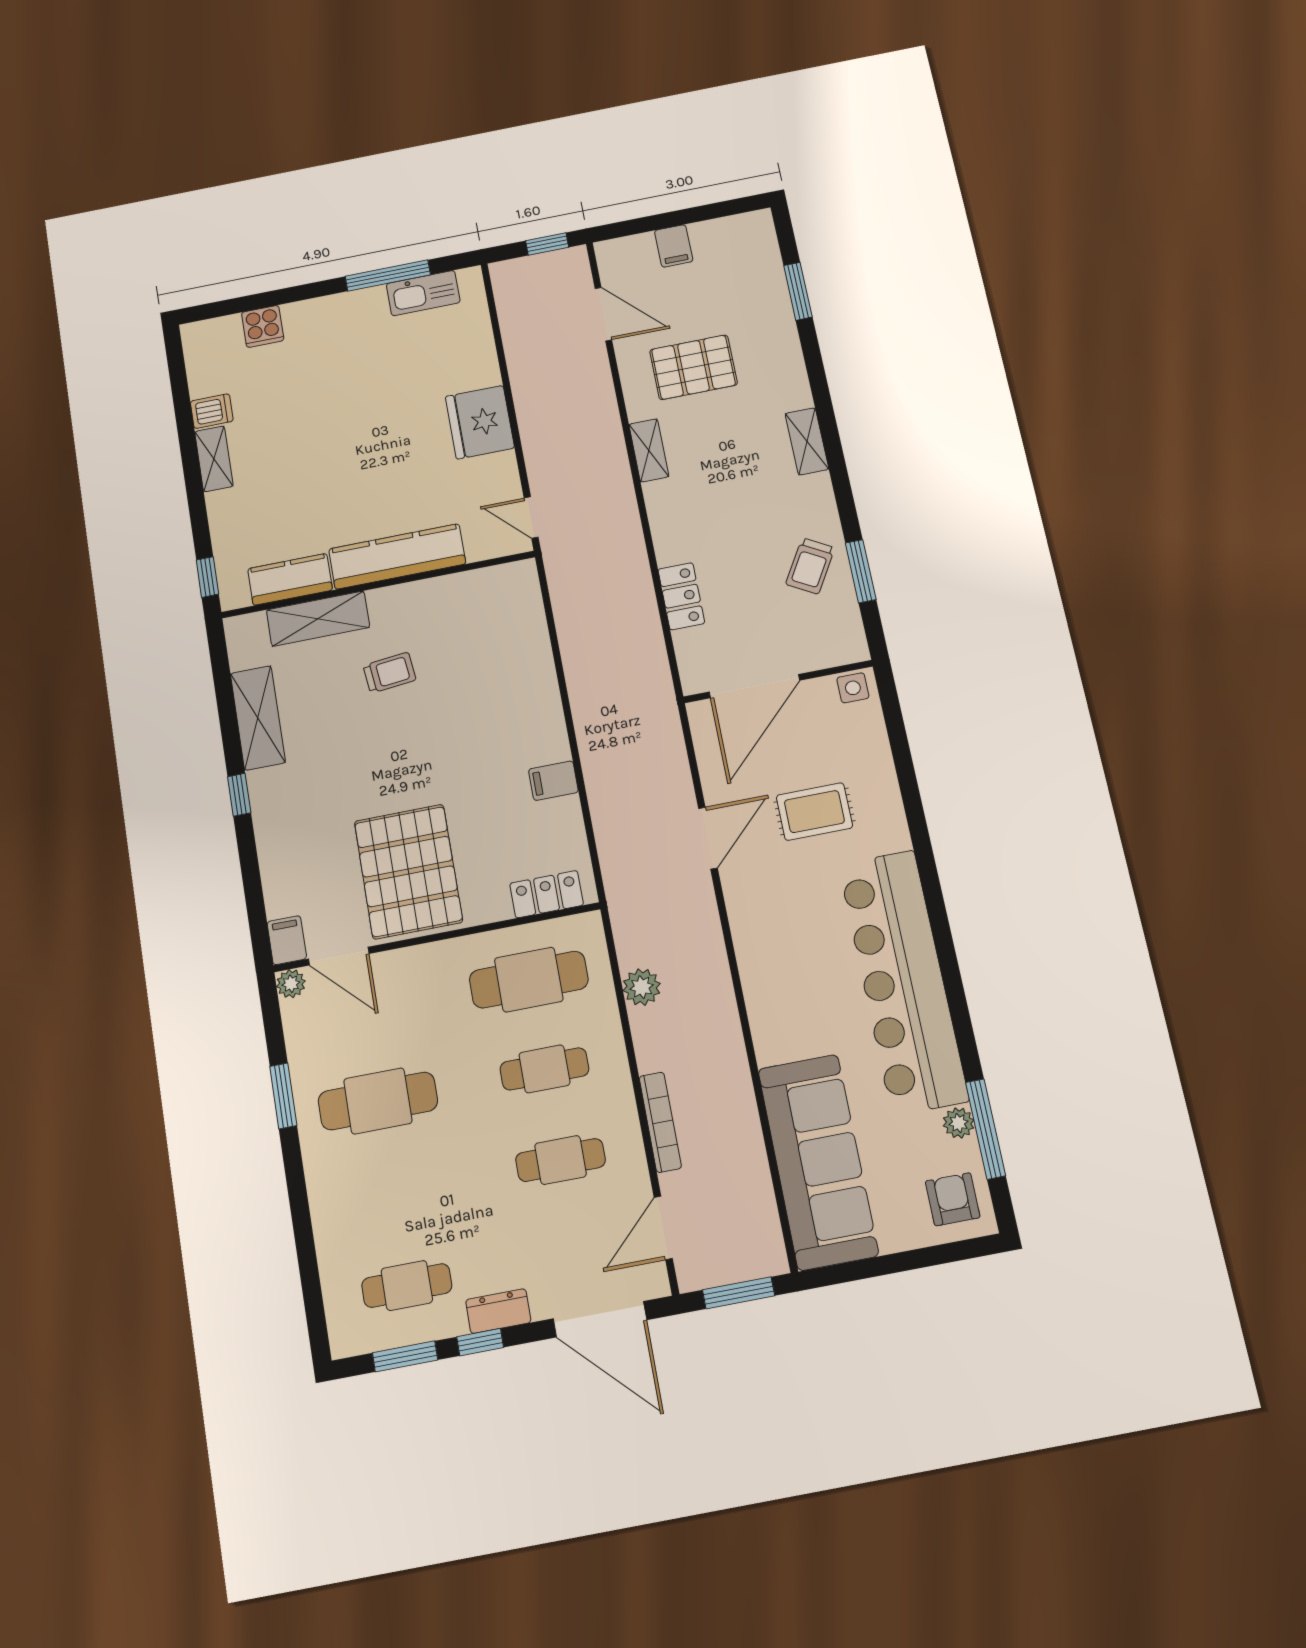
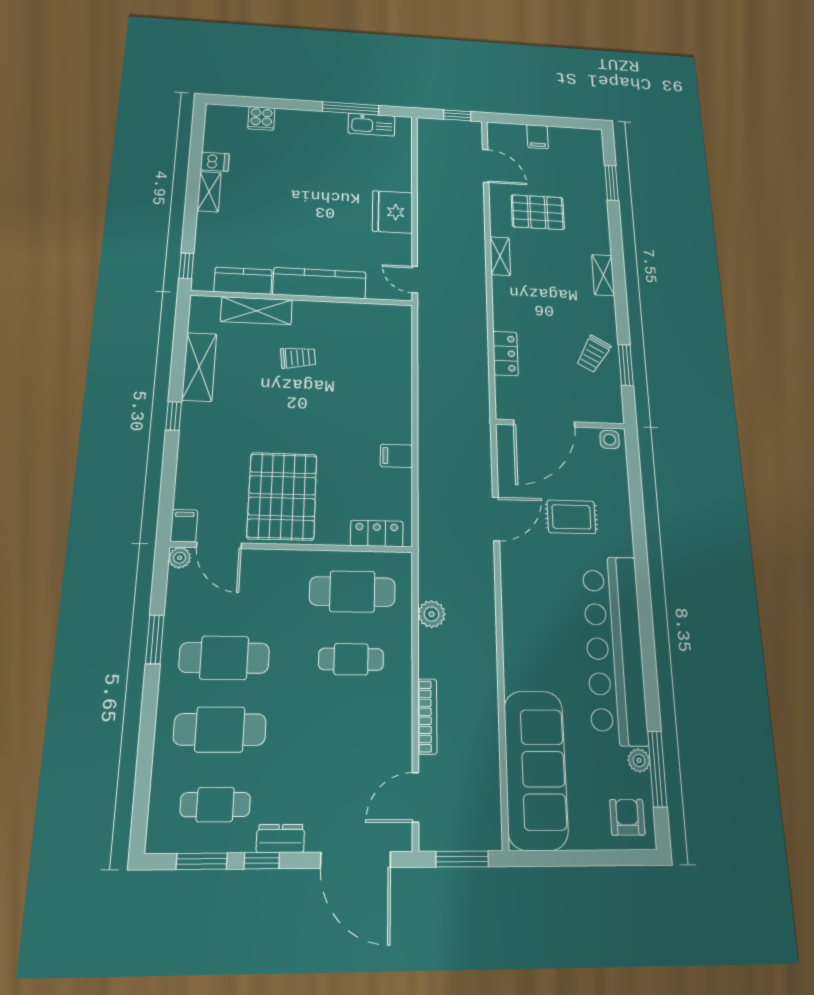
cafe table: (561, 1160) -> (220, 729), moved, width x1.37, depth x1.35

